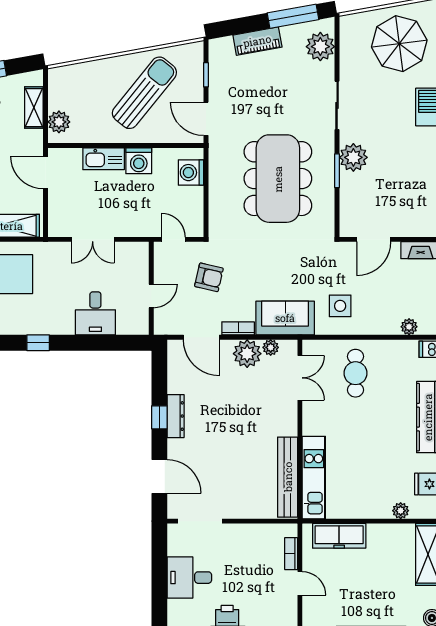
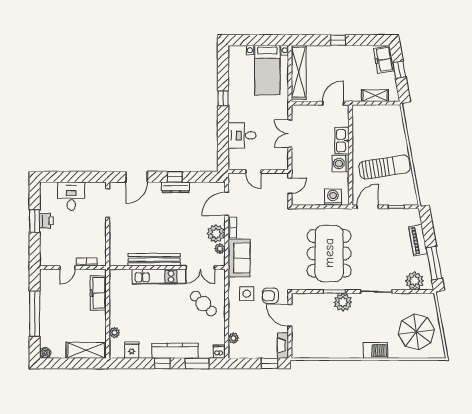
sun lounger: (144, 93) -> (385, 167), turned -48
plant: (59, 122) -> (366, 112), removed
dining table: (278, 179) -> (329, 253), turned 90
armchair: (209, 277) -> (270, 296), moved, turned 77
cafe table: (355, 373) -> (203, 304), turned 43
bench: (288, 477) -> (154, 260), moved
kitchen unit: (314, 478) -> (159, 277), moved

